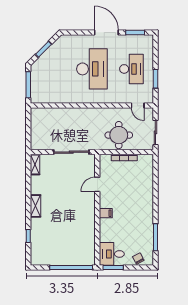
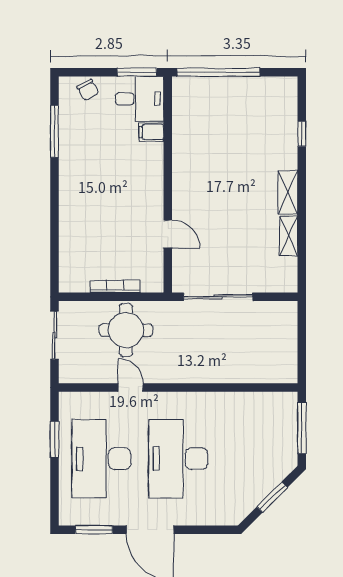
desk: (131, 69) -> (101, 459), width x1.36, depth x1.30
door: (138, 106) -> (131, 388), moved
shelving: (35, 165) -> (289, 236), moved
door: (97, 184) -> (168, 234), hinge flipped
filing cabinet: (106, 213) -> (151, 132), moved

